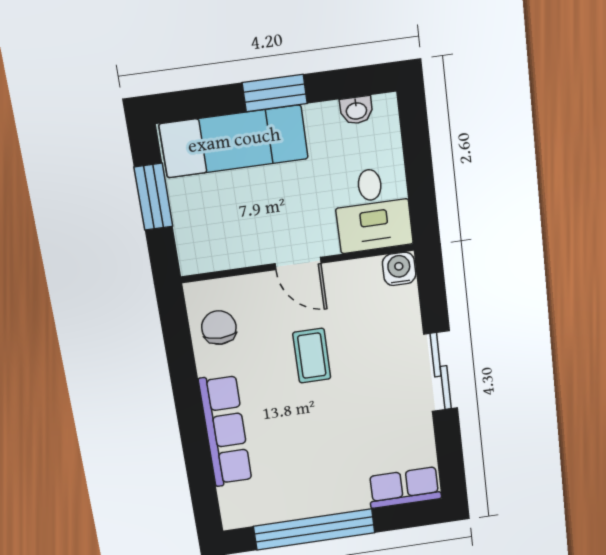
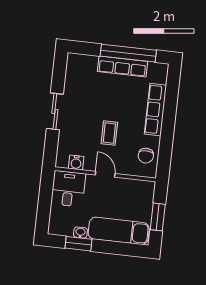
window: (275, 93) -> (79, 244), moved
washbasin: (356, 110) -> (80, 232), moved
water cooler: (399, 269) -> (76, 162), moved
row of seats: (404, 488) -> (122, 66), moved, width x1.48

